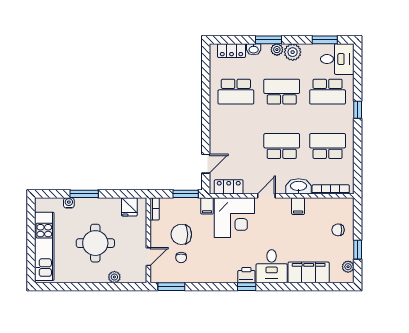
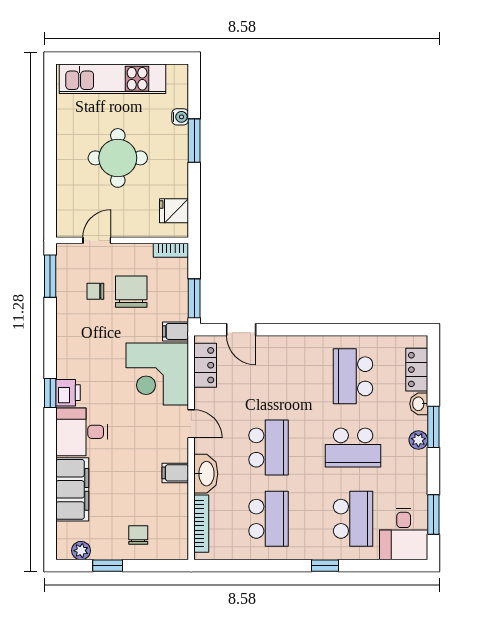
plant: (293, 52) -> (414, 464), removed
school desk: (282, 92) -> (353, 448), turned 90
school desk: (328, 92) -> (353, 519), turned 180
door: (148, 257) -> (97, 240), swing flipped
plant: (114, 277) -> (65, 188), removed

